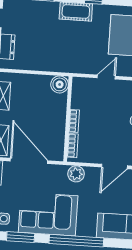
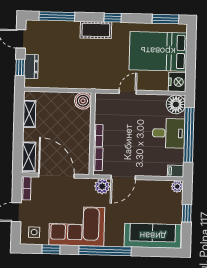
door: (114, 166) -> (123, 177), moved
window: (21, 237) -> (51, 249), width x0.67

